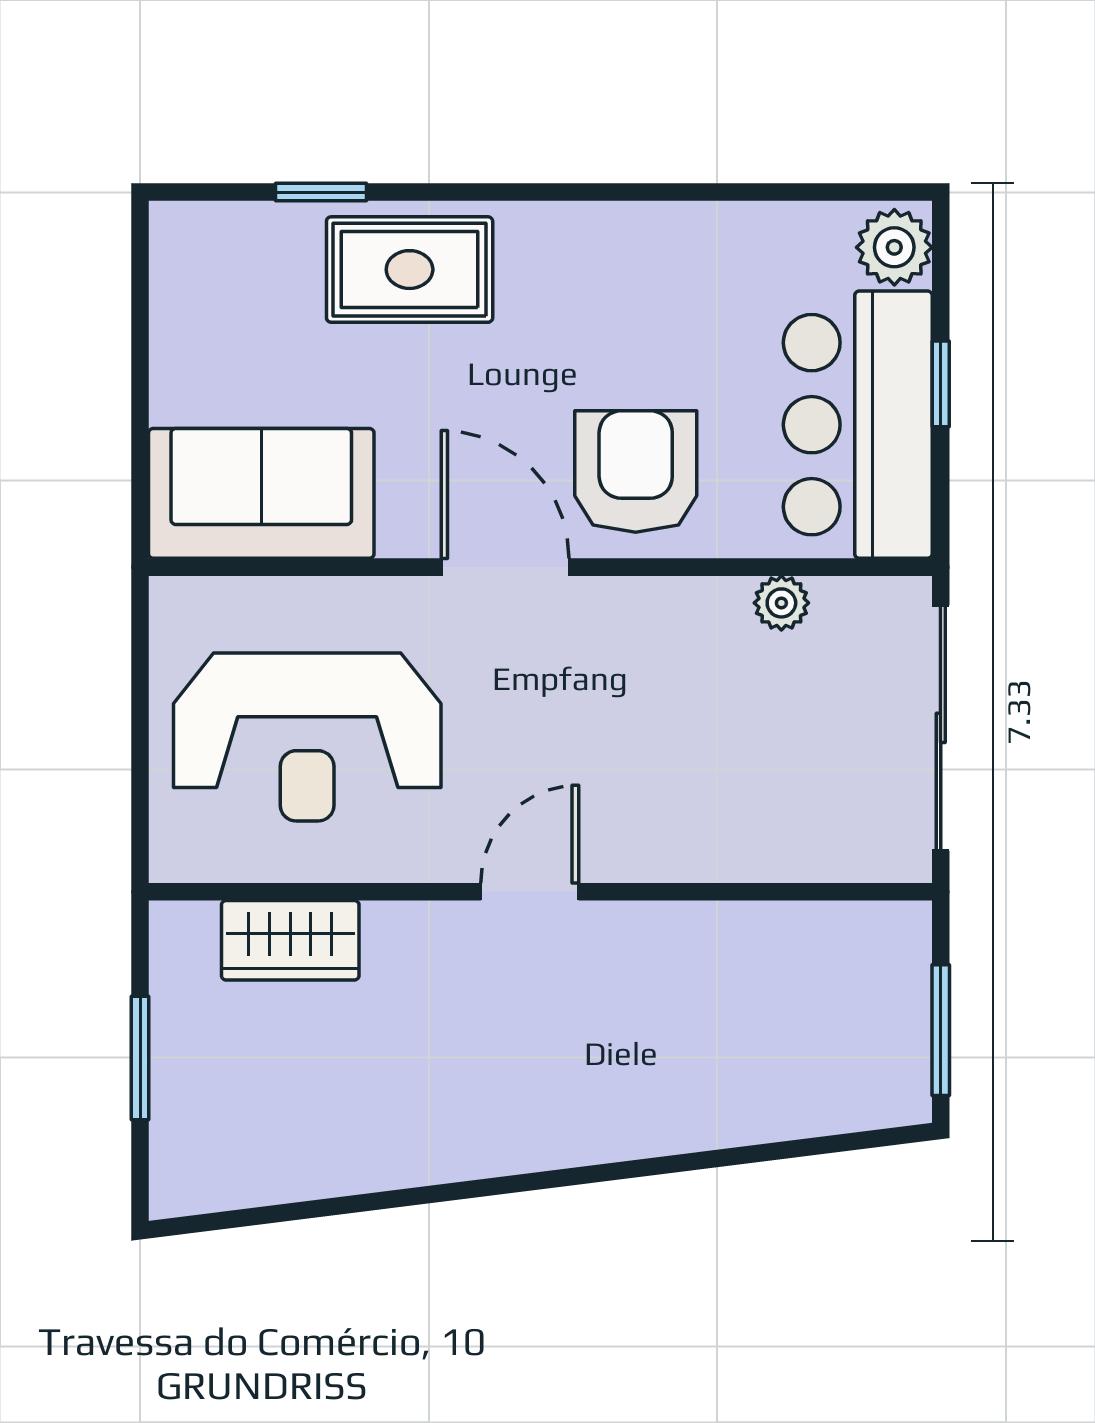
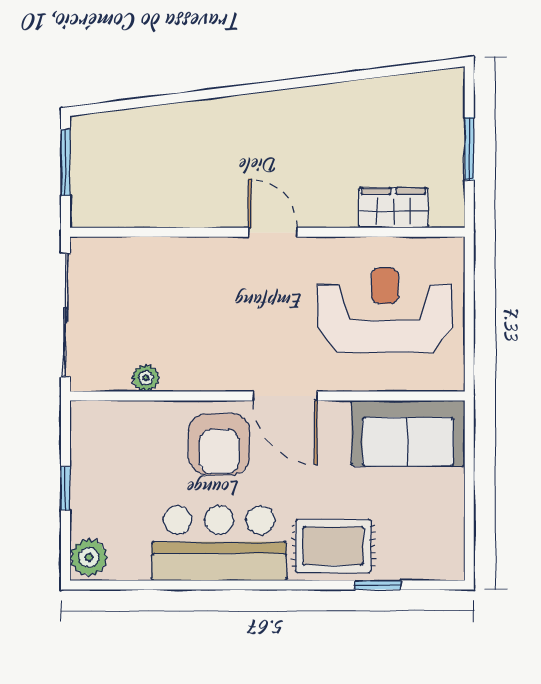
bar counter: (858, 425) -> (219, 543), moved, turned -90
door: (530, 892) -> (273, 232), swing flipped

